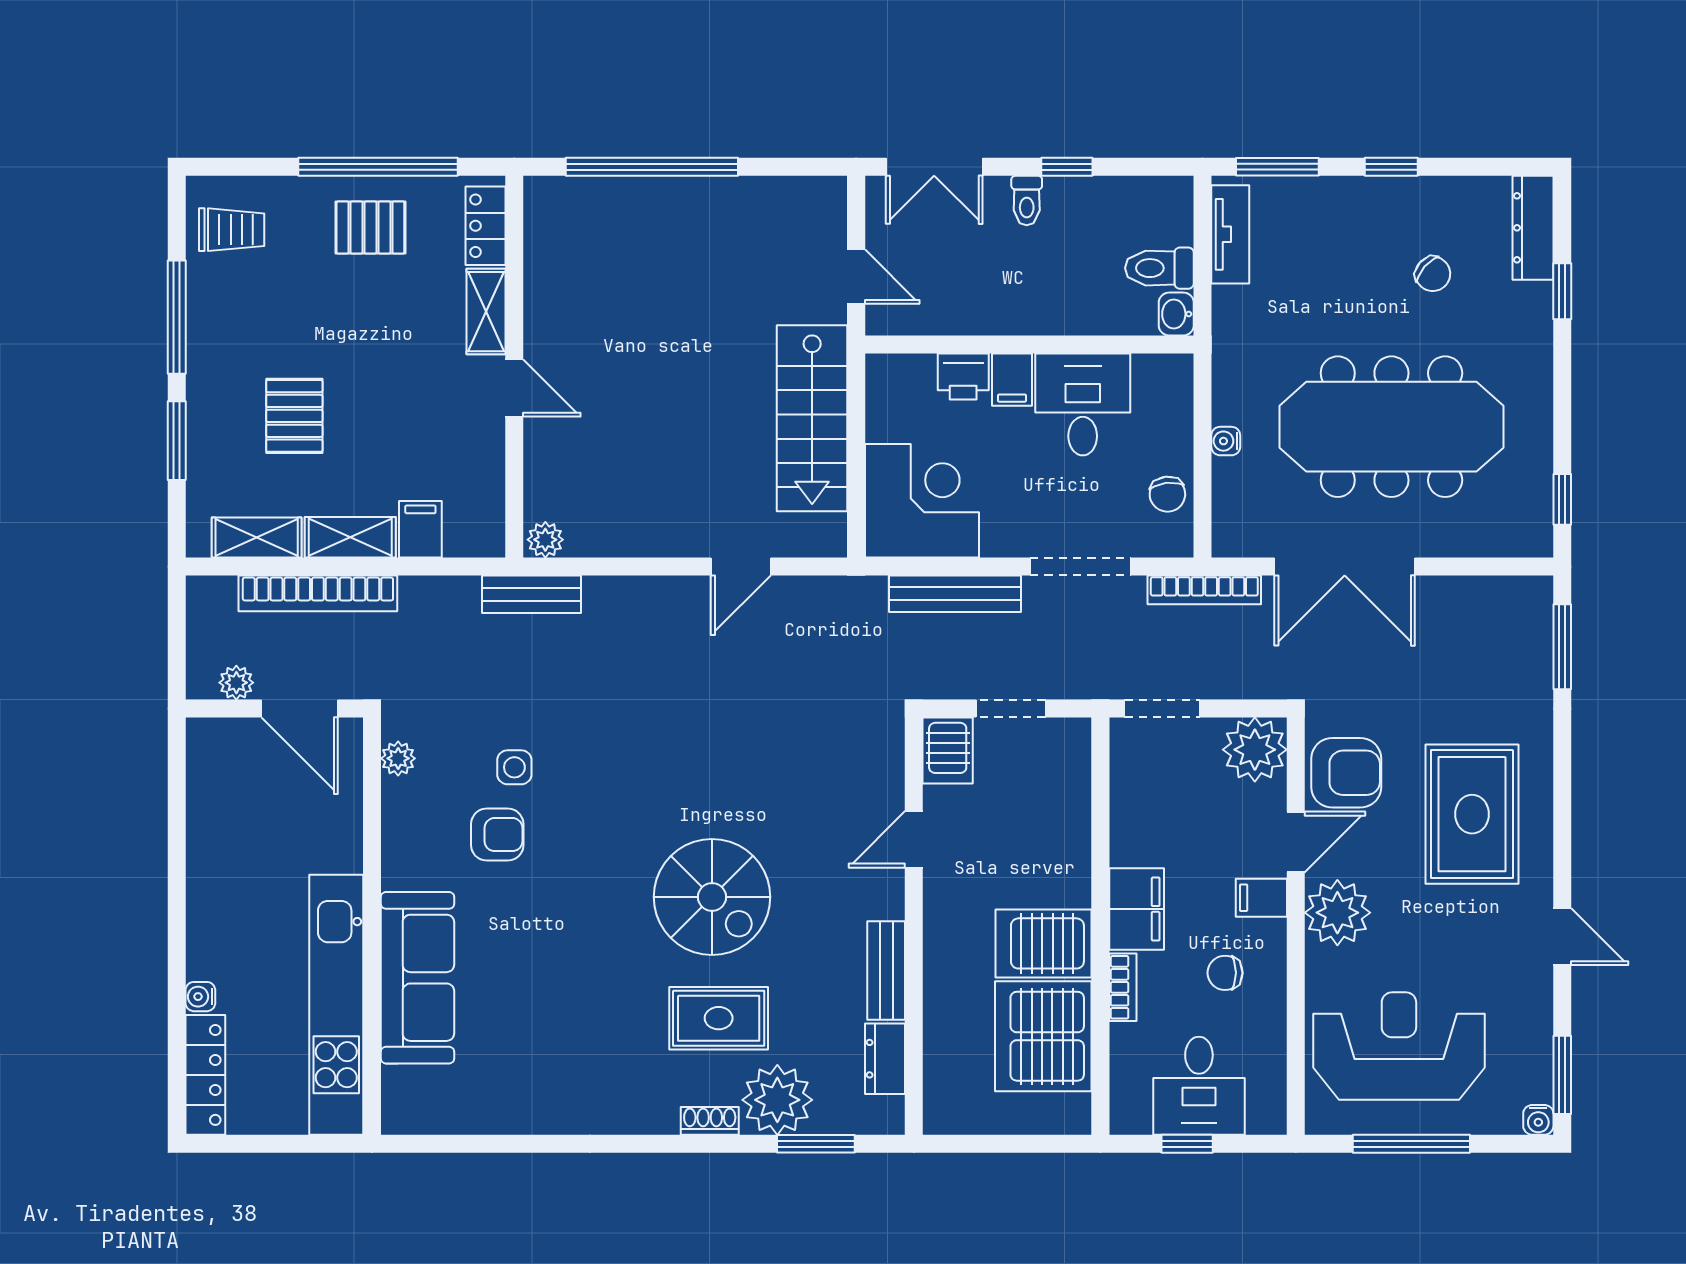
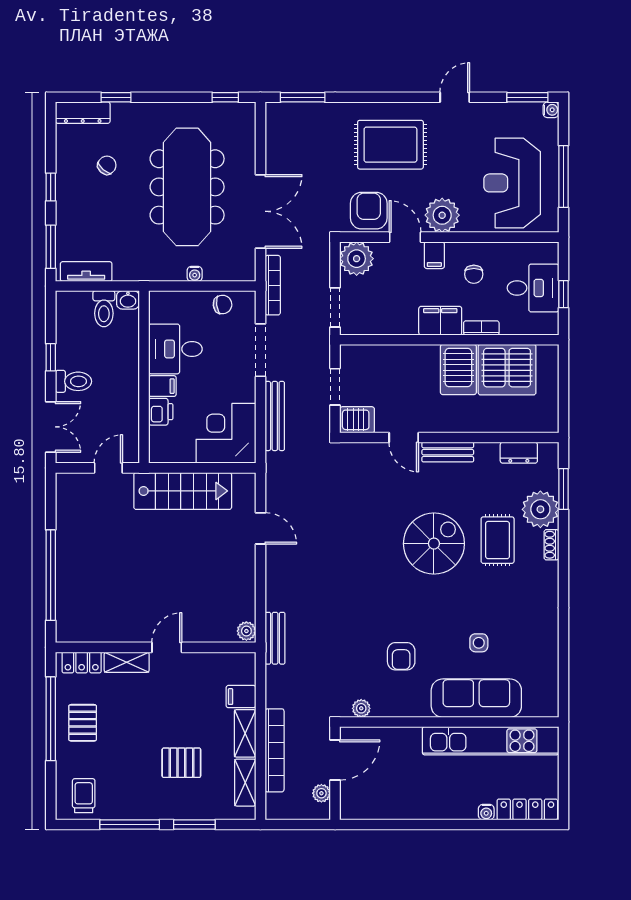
toilet: (1027, 201) -> (73, 381), width x1.37, depth x1.39
side table: (514, 767) -> (479, 643), moved
armchair: (497, 835) -> (401, 656), turned 180
bench: (886, 970) -> (448, 452), moved

